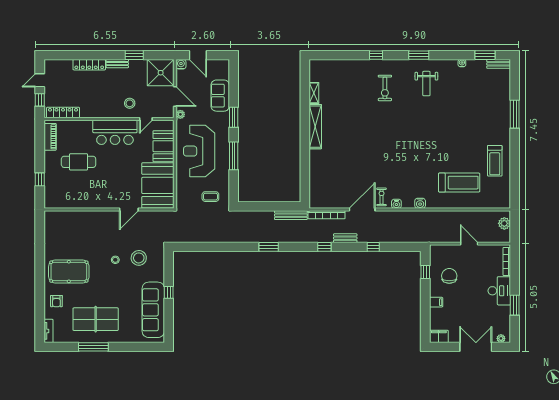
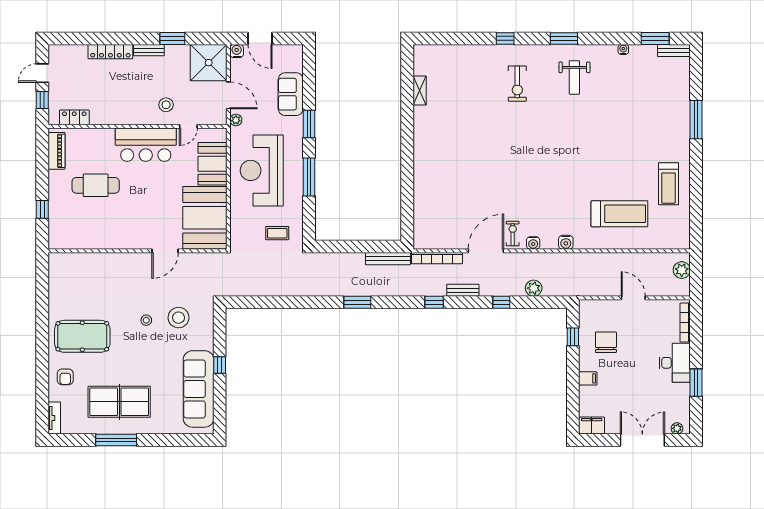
locker: (63, 113) -> (74, 117), width x0.66
shelving: (315, 127) -> (421, 137), removed
plant: (397, 237) -> (534, 288), added

